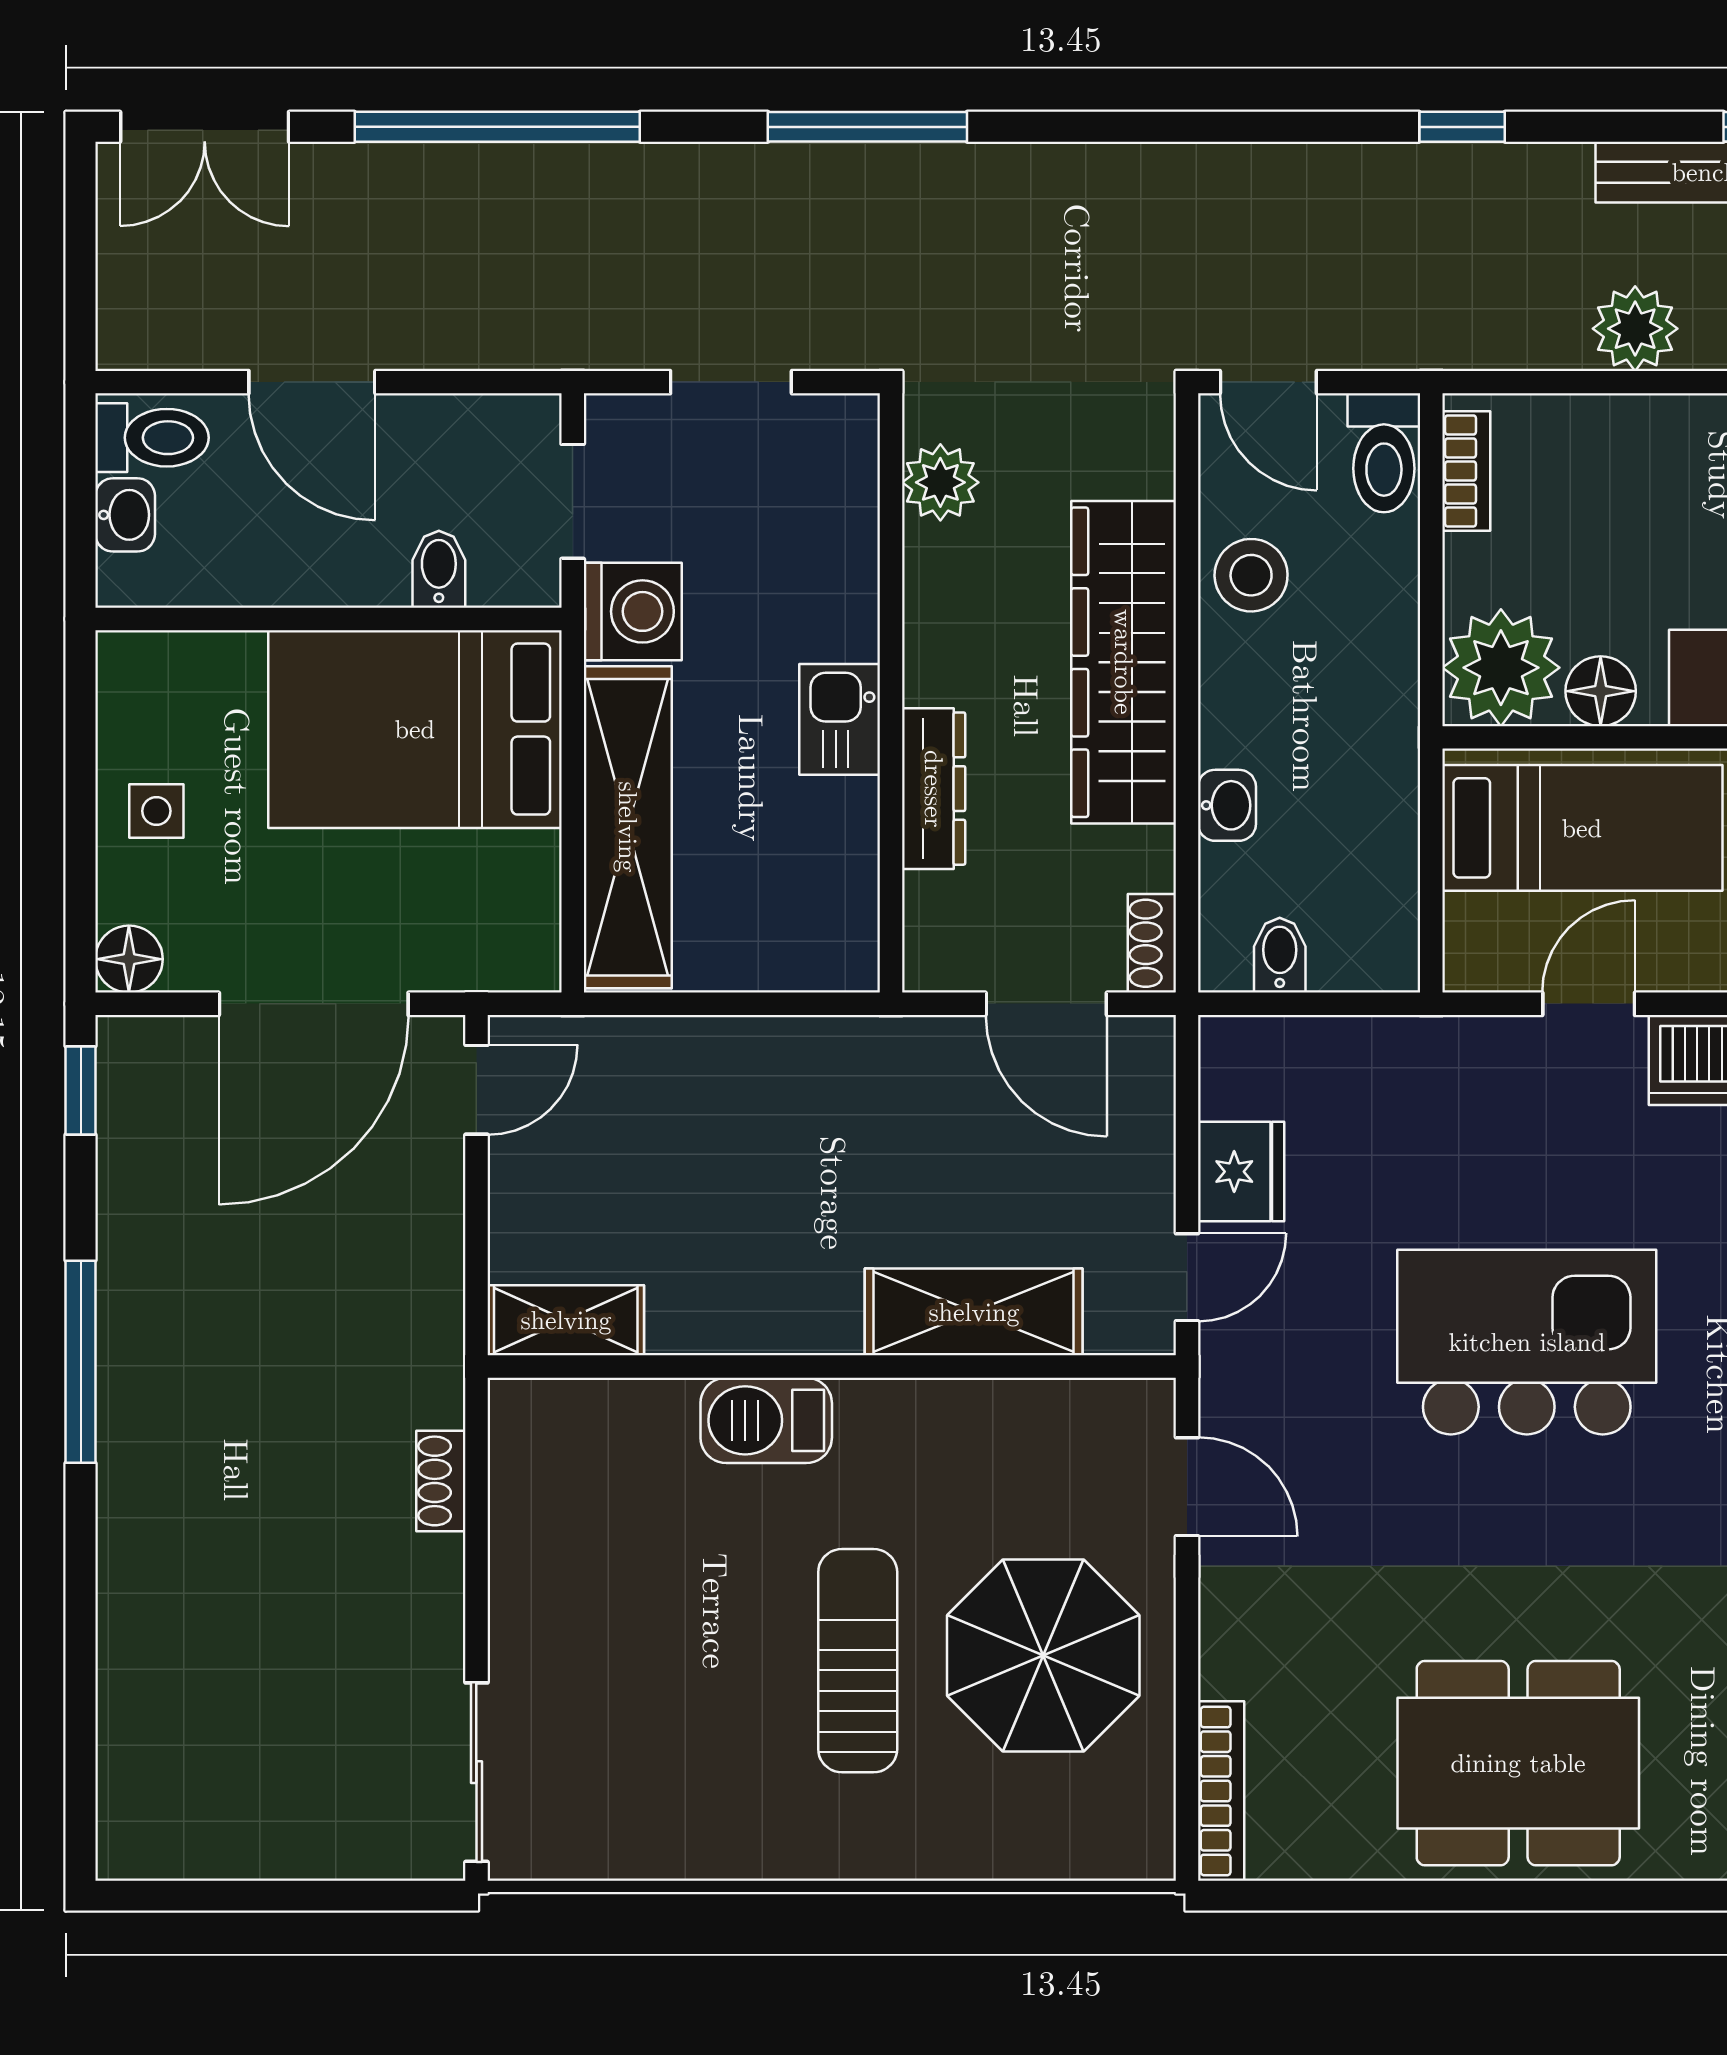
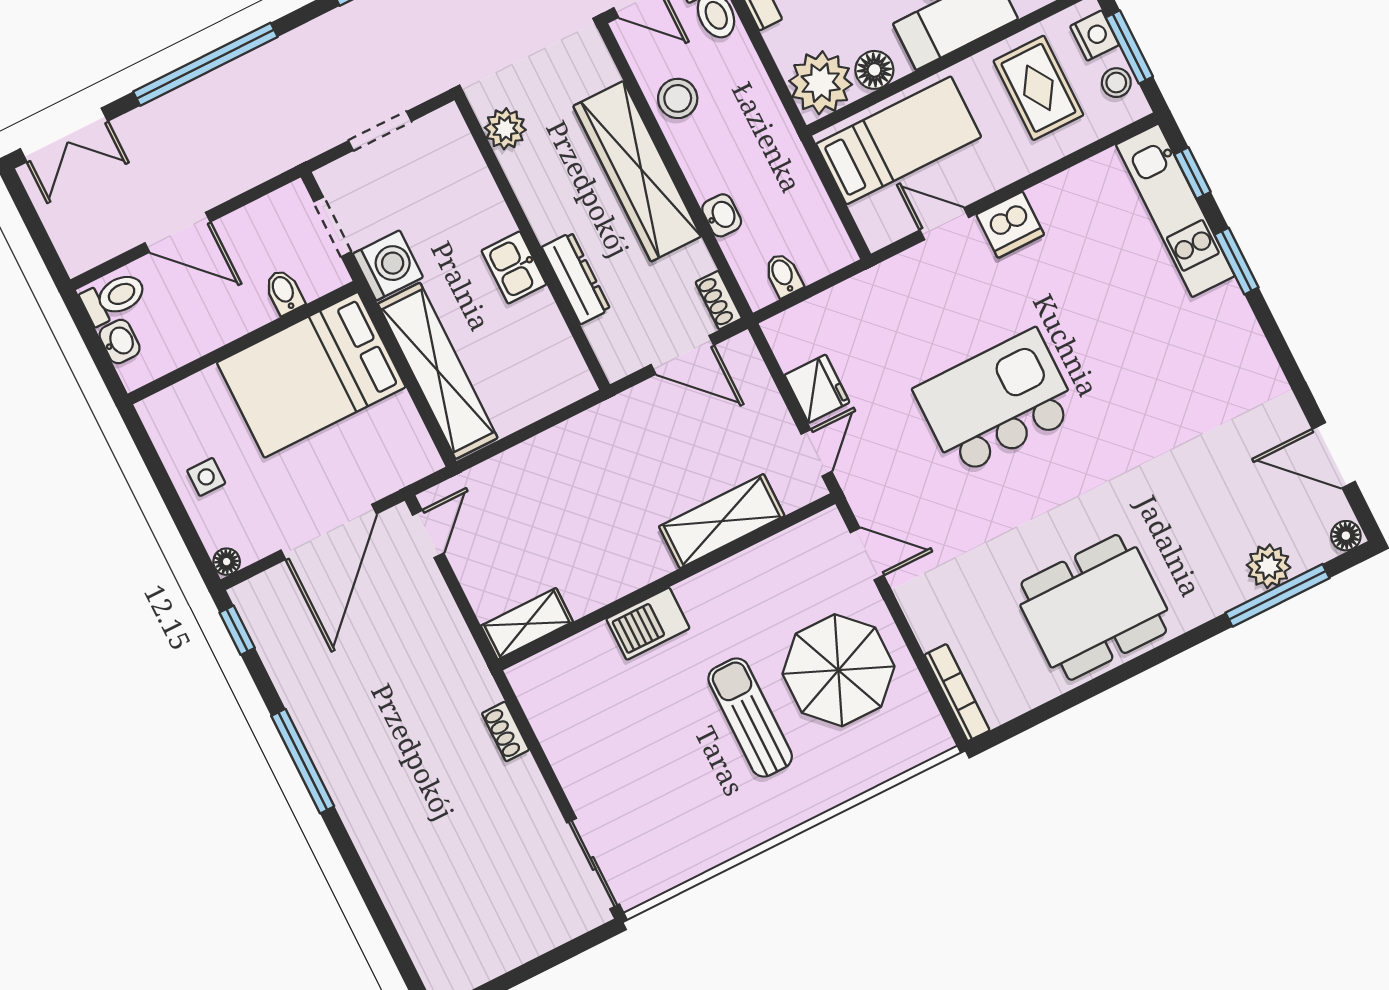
floor lamp: (129, 959) -> (227, 562), width x0.73, depth x0.73
door: (1589, 1004) -> (944, 224), hinge flipped

